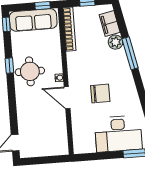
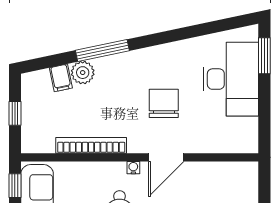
filing cabinet: (110, 23) -> (61, 78), width x0.50
bookcase: (69, 29) -> (91, 145), moved

